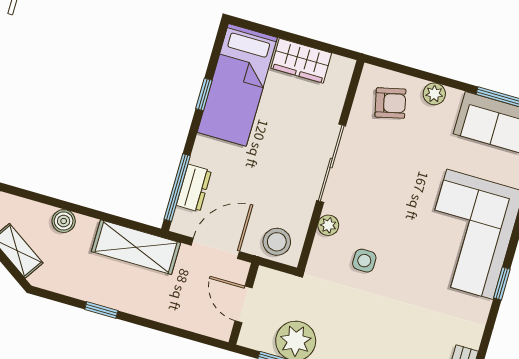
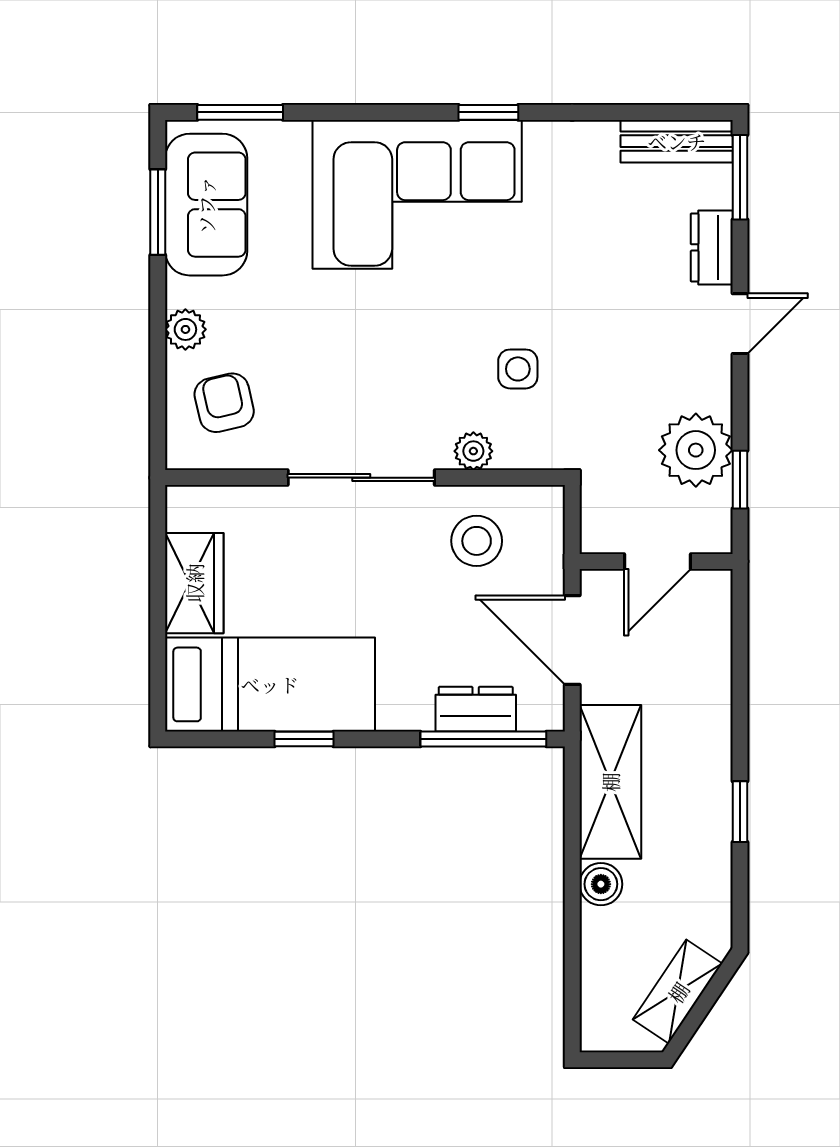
boiler: (64, 221) -> (601, 884), moved
stool: (277, 242) -> (477, 541), moved

